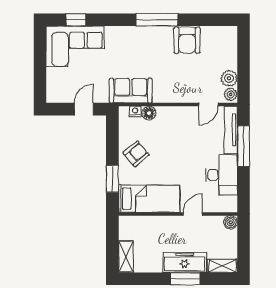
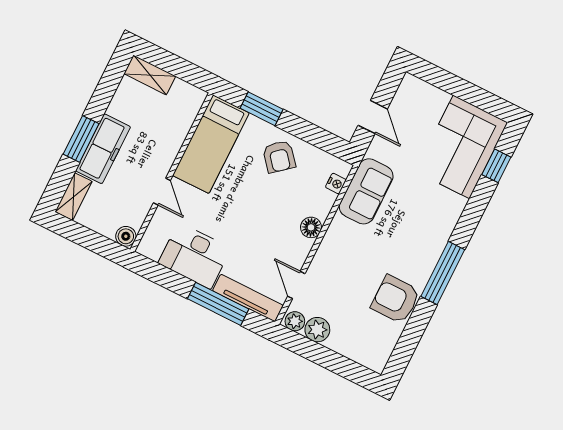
floor lamp: (149, 113) -> (311, 227), moved

